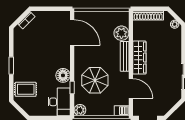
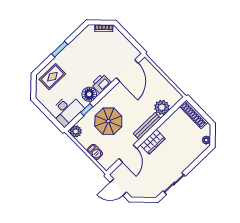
wardrobe: (139, 58) -> (153, 142), width x0.67
printer: (64, 60) -> (101, 83), added
rug: (26, 89) -> (52, 77), turned 90
barbecue: (122, 111) -> (95, 152), moved

